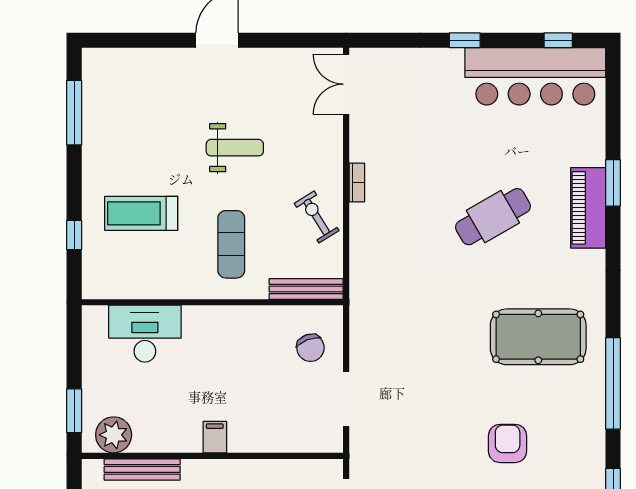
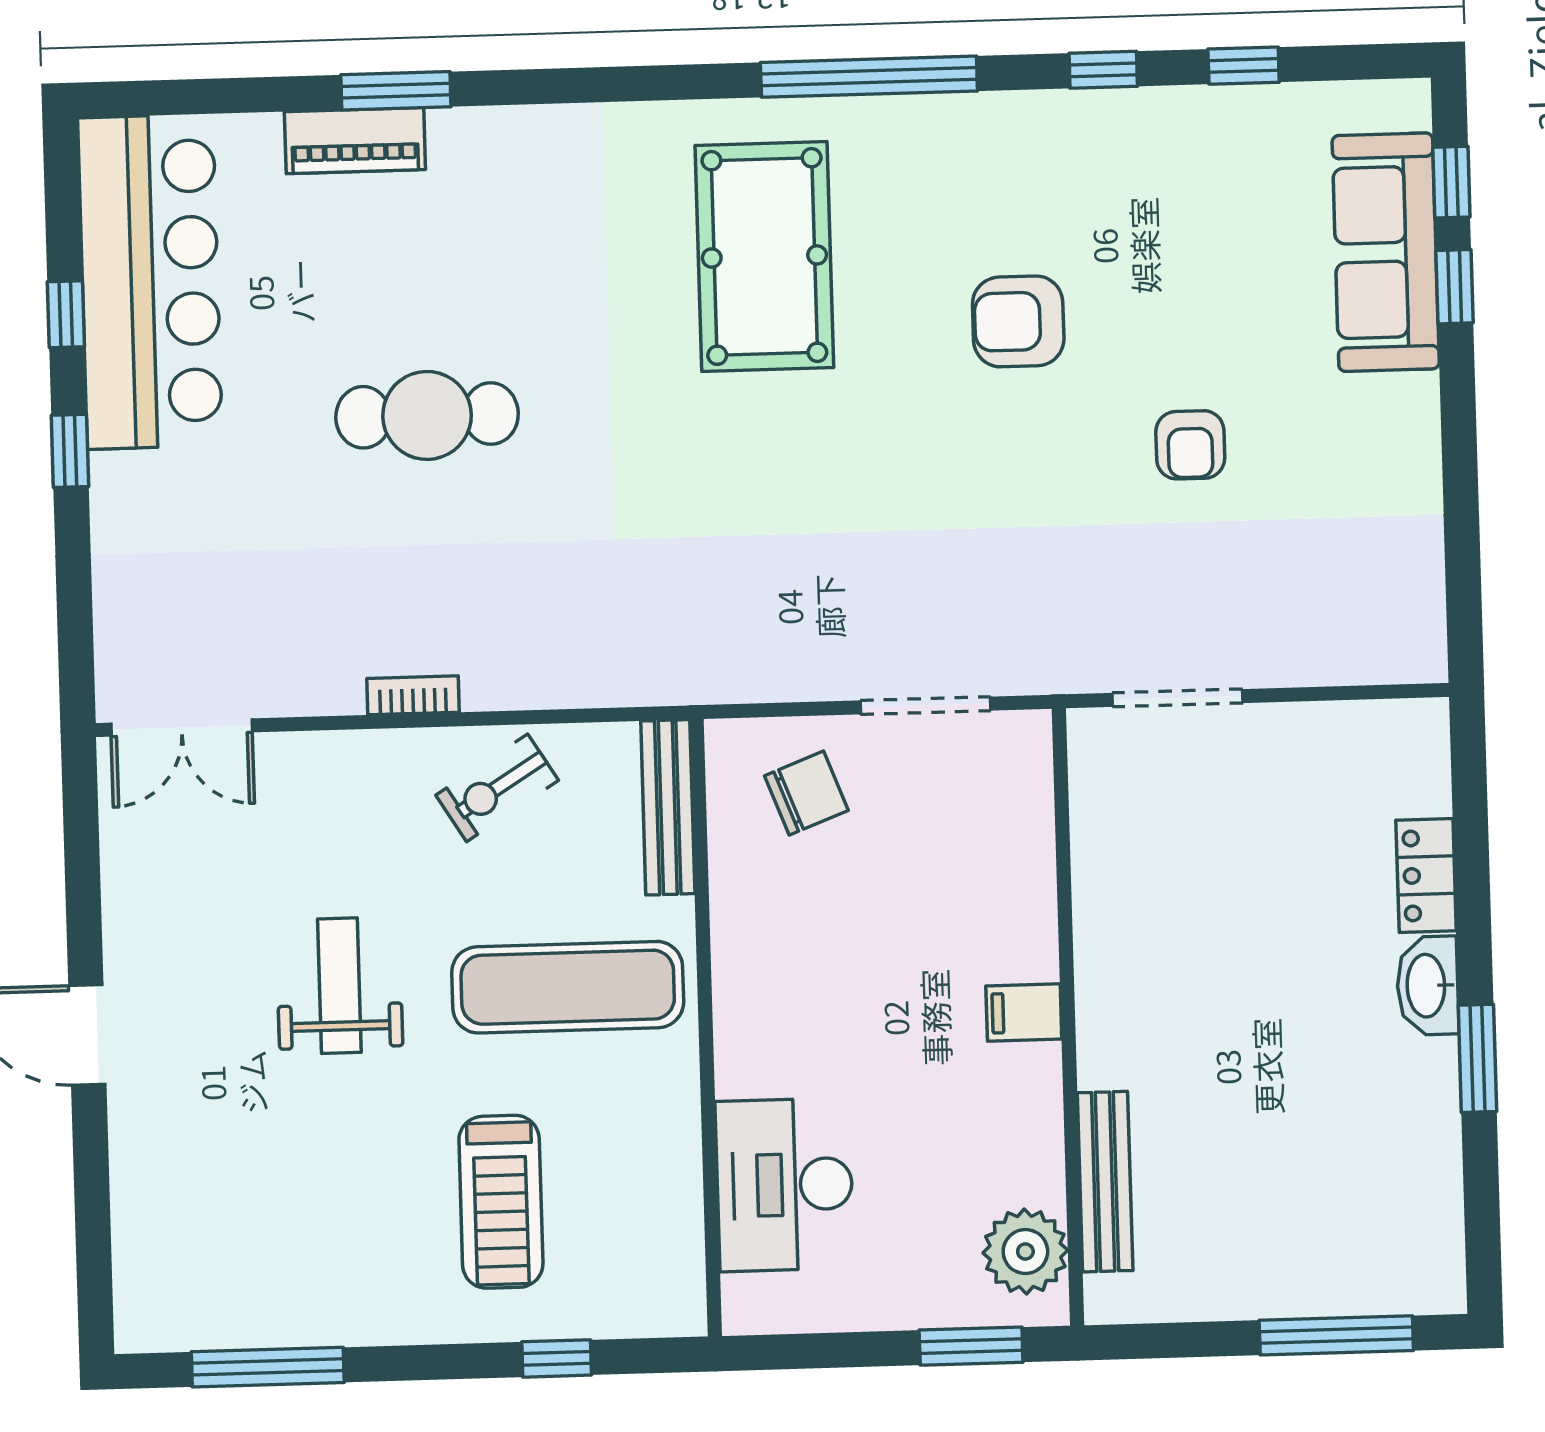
window: (558, 40) -> (66, 314), moved
piano: (588, 208) -> (355, 141), moved, width x0.73, depth x0.75
cafe table: (493, 217) -> (427, 415), moved, turned -60
exercise mat: (231, 244) -> (568, 987), width x1.36, depth x1.45

